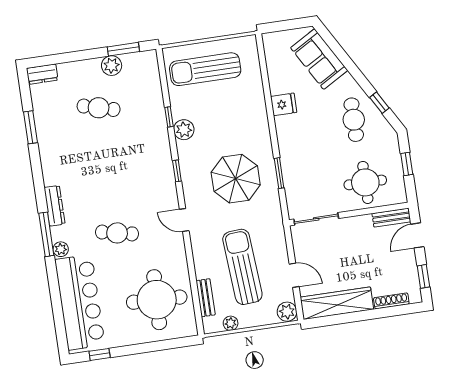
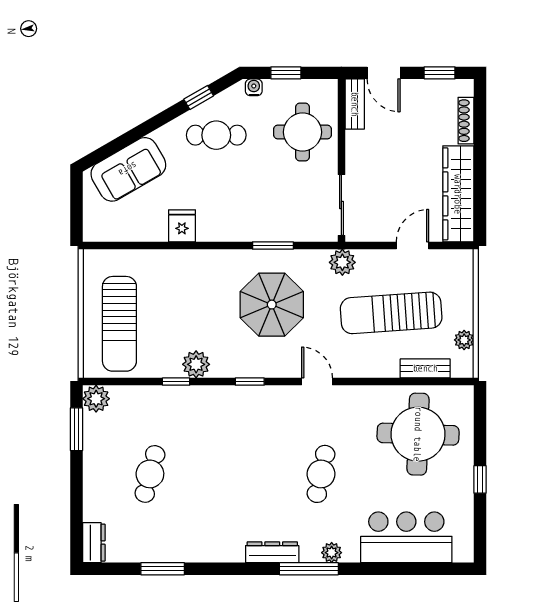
plant: (112, 66) -> (96, 399), moved
water cooler: (393, 142) -> (254, 87), added
door: (184, 220) -> (317, 382), swing flipped
bar counter: (80, 302) -> (406, 537), width x0.73
plant: (287, 312) -> (342, 262), moved
window: (100, 354) -> (480, 479), moved

